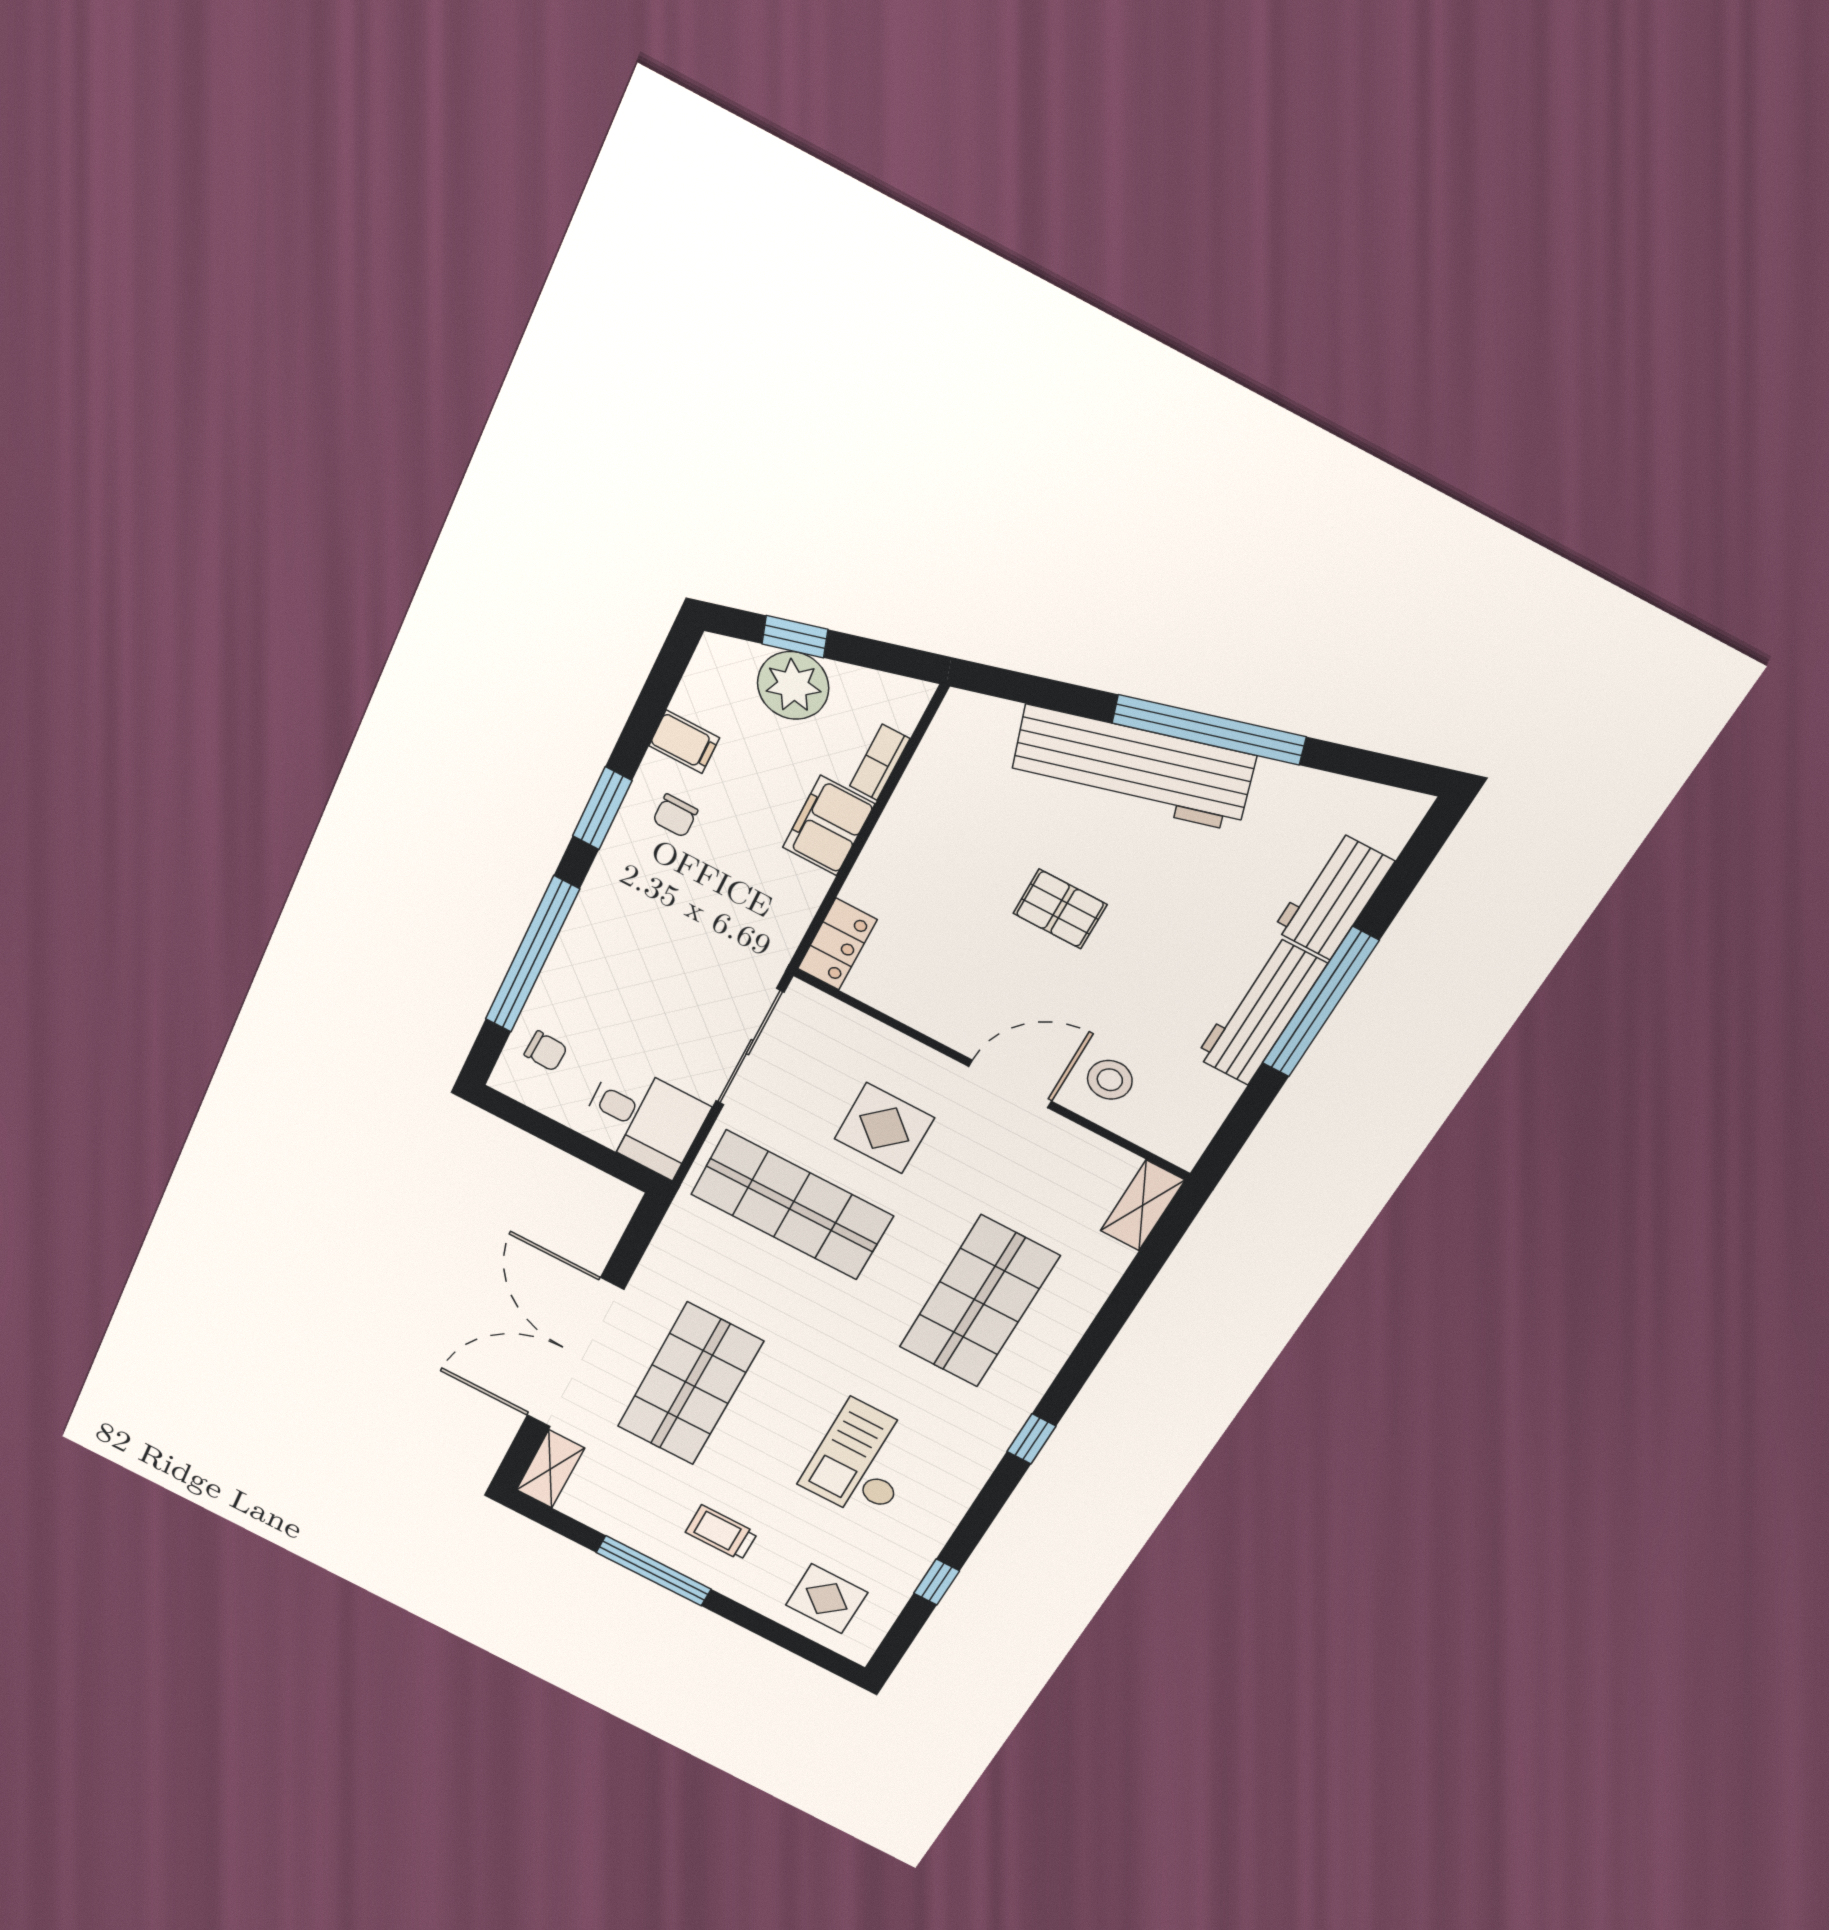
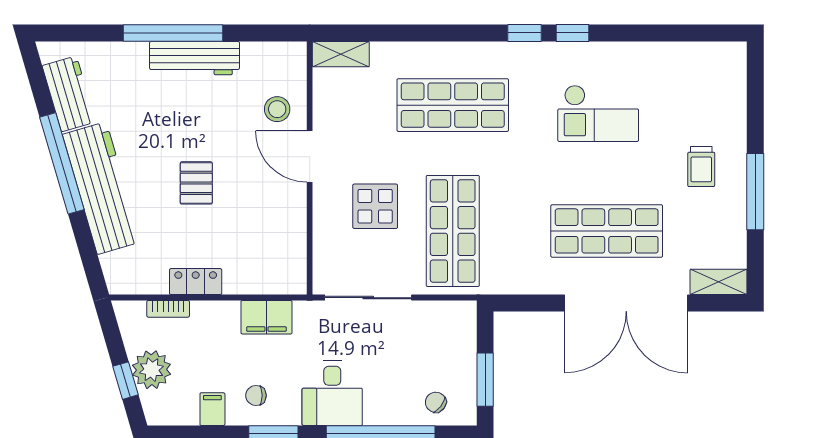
chair: (675, 816) -> (256, 395), turned 180
filing cabinet: (829, 826) -> (266, 317), moved
workbench: (1333, 896) -> (69, 94), moved, turned -106
locker: (837, 944) -> (196, 282), moved
chair: (546, 1051) -> (436, 402), turned -56
desk: (644, 1119) -> (332, 393), moved, turned 180
window: (549, 1130) -> (485, 380), added
window: (937, 1582) -> (572, 33), moved
display table: (827, 1599) -> (710, 86), removed

